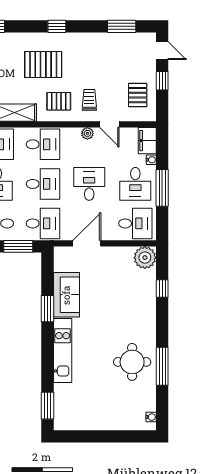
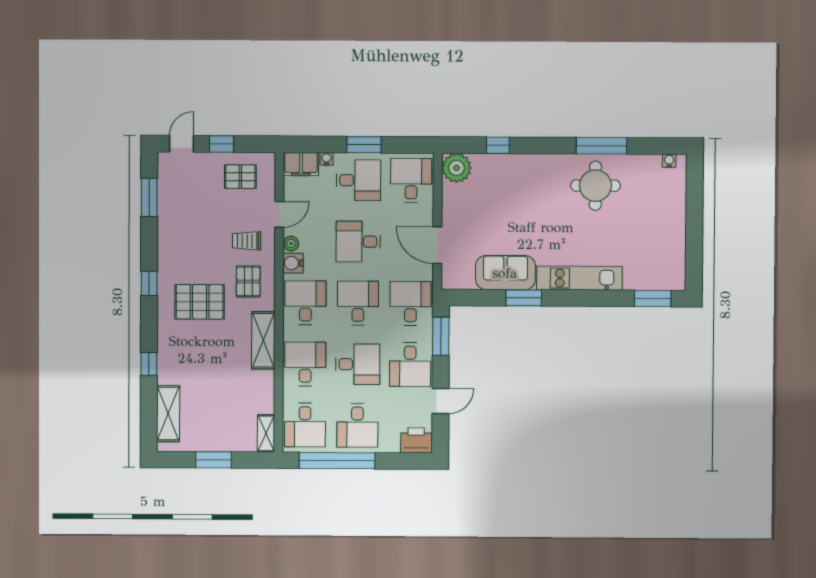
pallet: (43, 65) -> (200, 302), turned 90
water cooler: (73, 135) -> (293, 263), added
window: (162, 188) -> (364, 145), width x0.69

